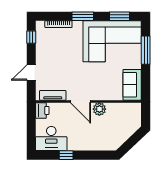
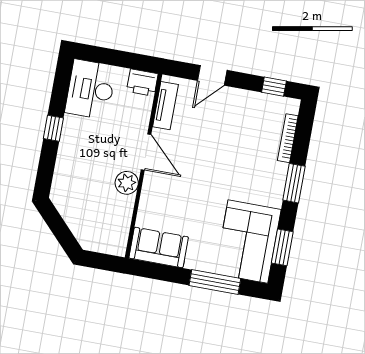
corner sofa: (112, 41) -> (248, 242), width x0.73, depth x0.74
door: (31, 72) -> (212, 75), swing flipped
door: (80, 101) -> (146, 152), swing flipped
window: (66, 155) -> (53, 128), moved

